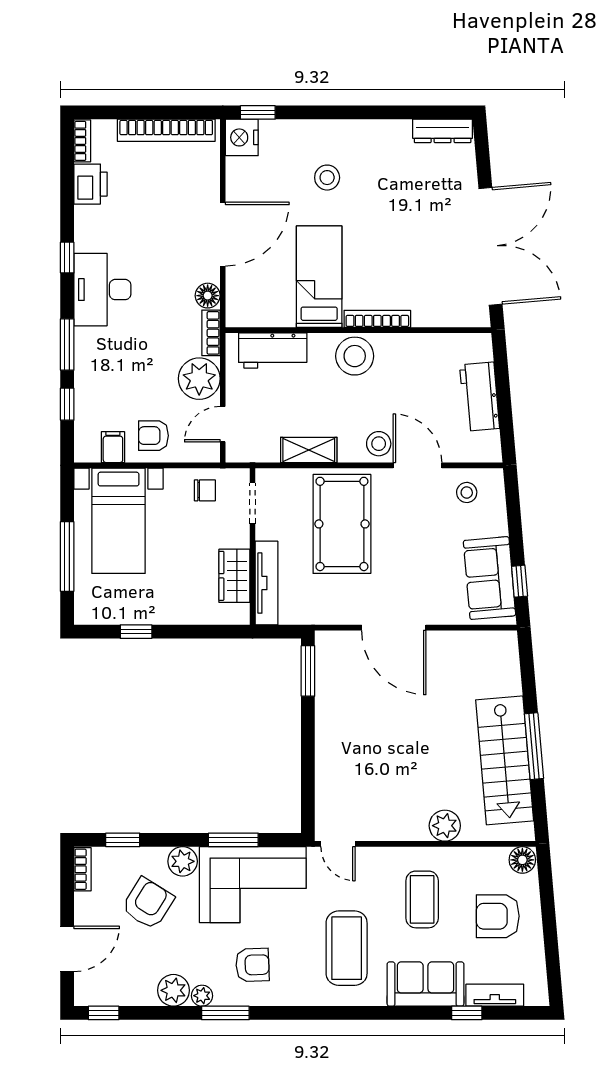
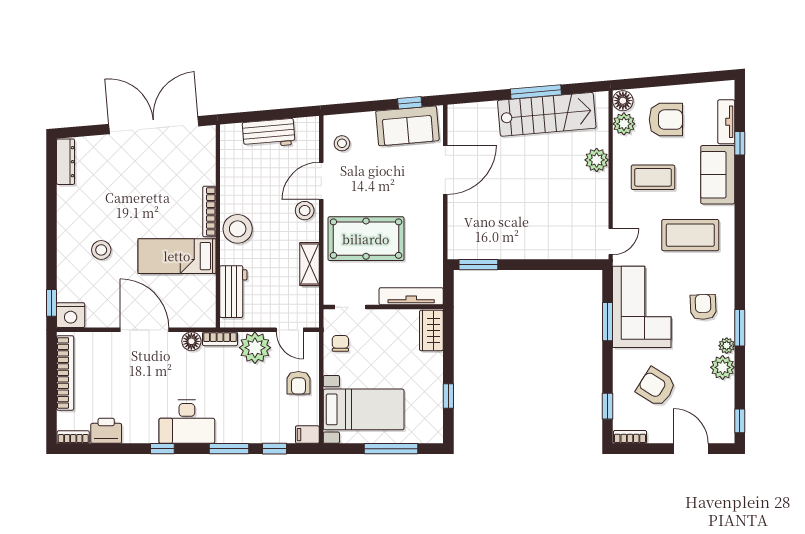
filing cabinet: (113, 447) -> (307, 435), moved
wardrobe: (234, 576) -> (431, 330), moved, turned 90
door: (394, 628) -> (445, 170), moved
plant: (183, 861) -> (624, 124), moved
armchair: (498, 916) -> (666, 120), turned -90

